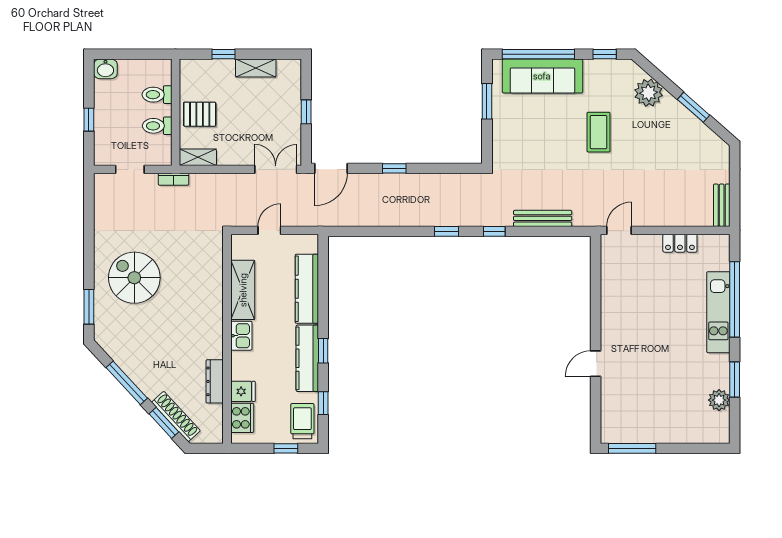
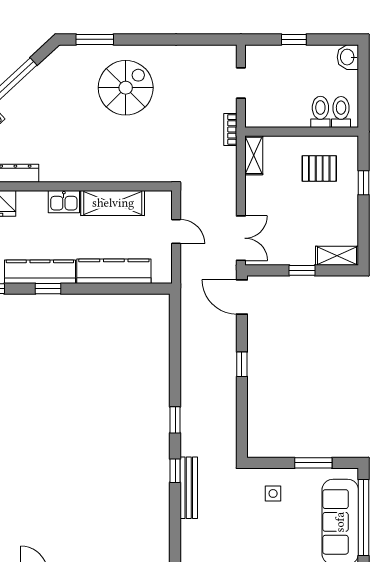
shelving: (256, 68) -> (337, 256), moved, turned 90
pallet: (200, 114) -> (319, 168), moved, turned 90
toilet: (157, 126) -> (341, 112), moved
side table: (516, 139) -> (273, 493), added
bench: (543, 218) -> (189, 488), moved

